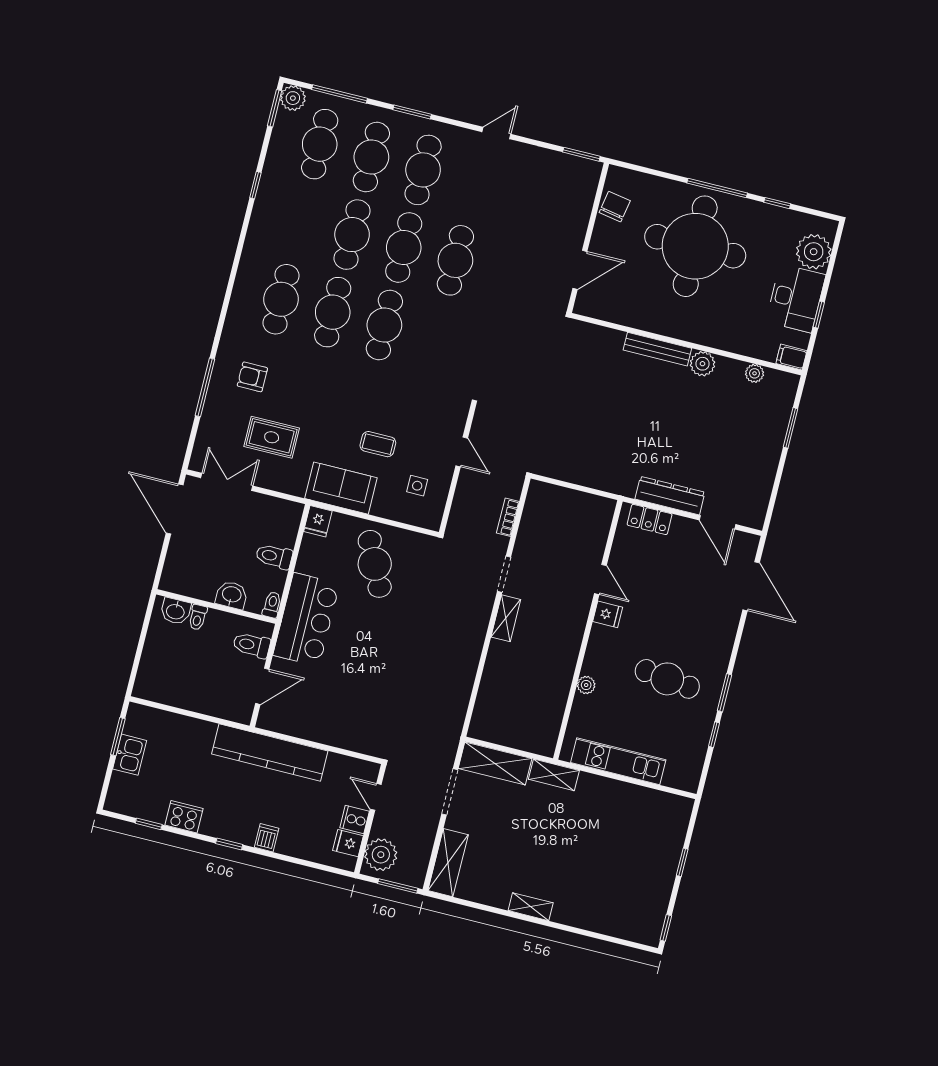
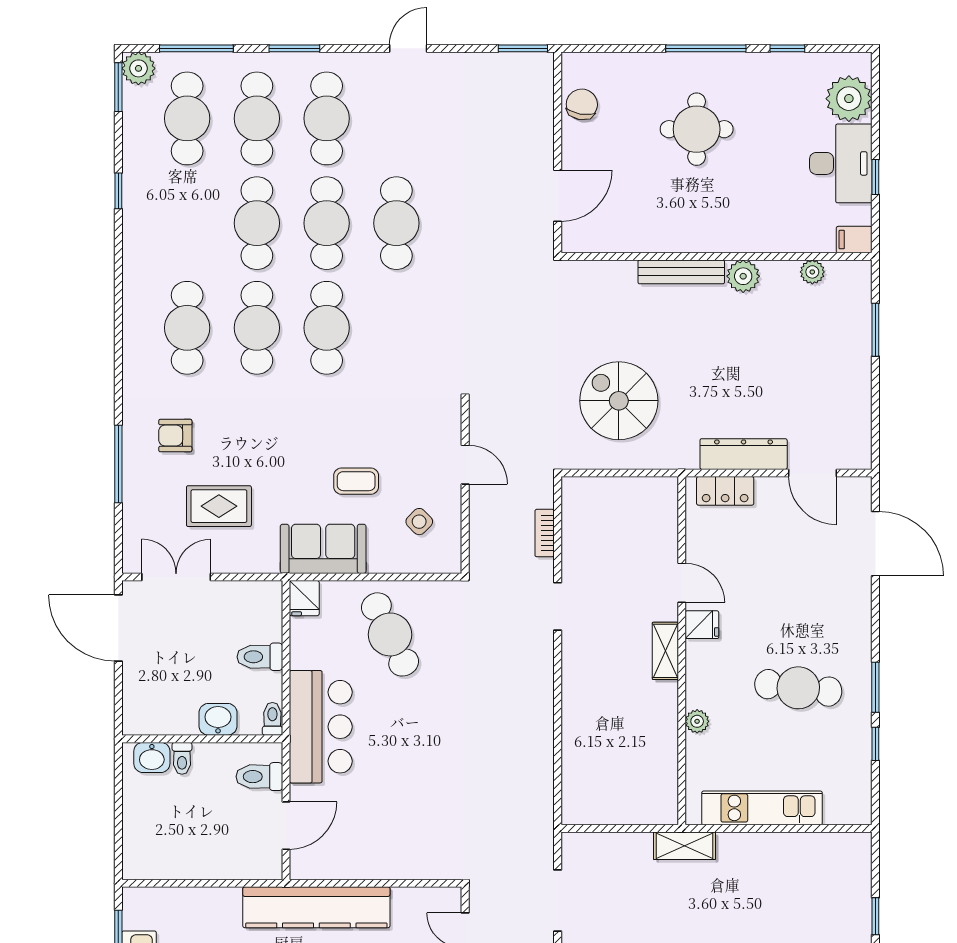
round table: (695, 246) -> (697, 129), width x0.54, depth x0.54
spiral stairs: (587, 433) -> (619, 401), added
side table: (417, 486) -> (419, 522), turned 45
shelving: (506, 618) -> (665, 651), moved
shelving: (495, 763) -> (606, 850), removed

